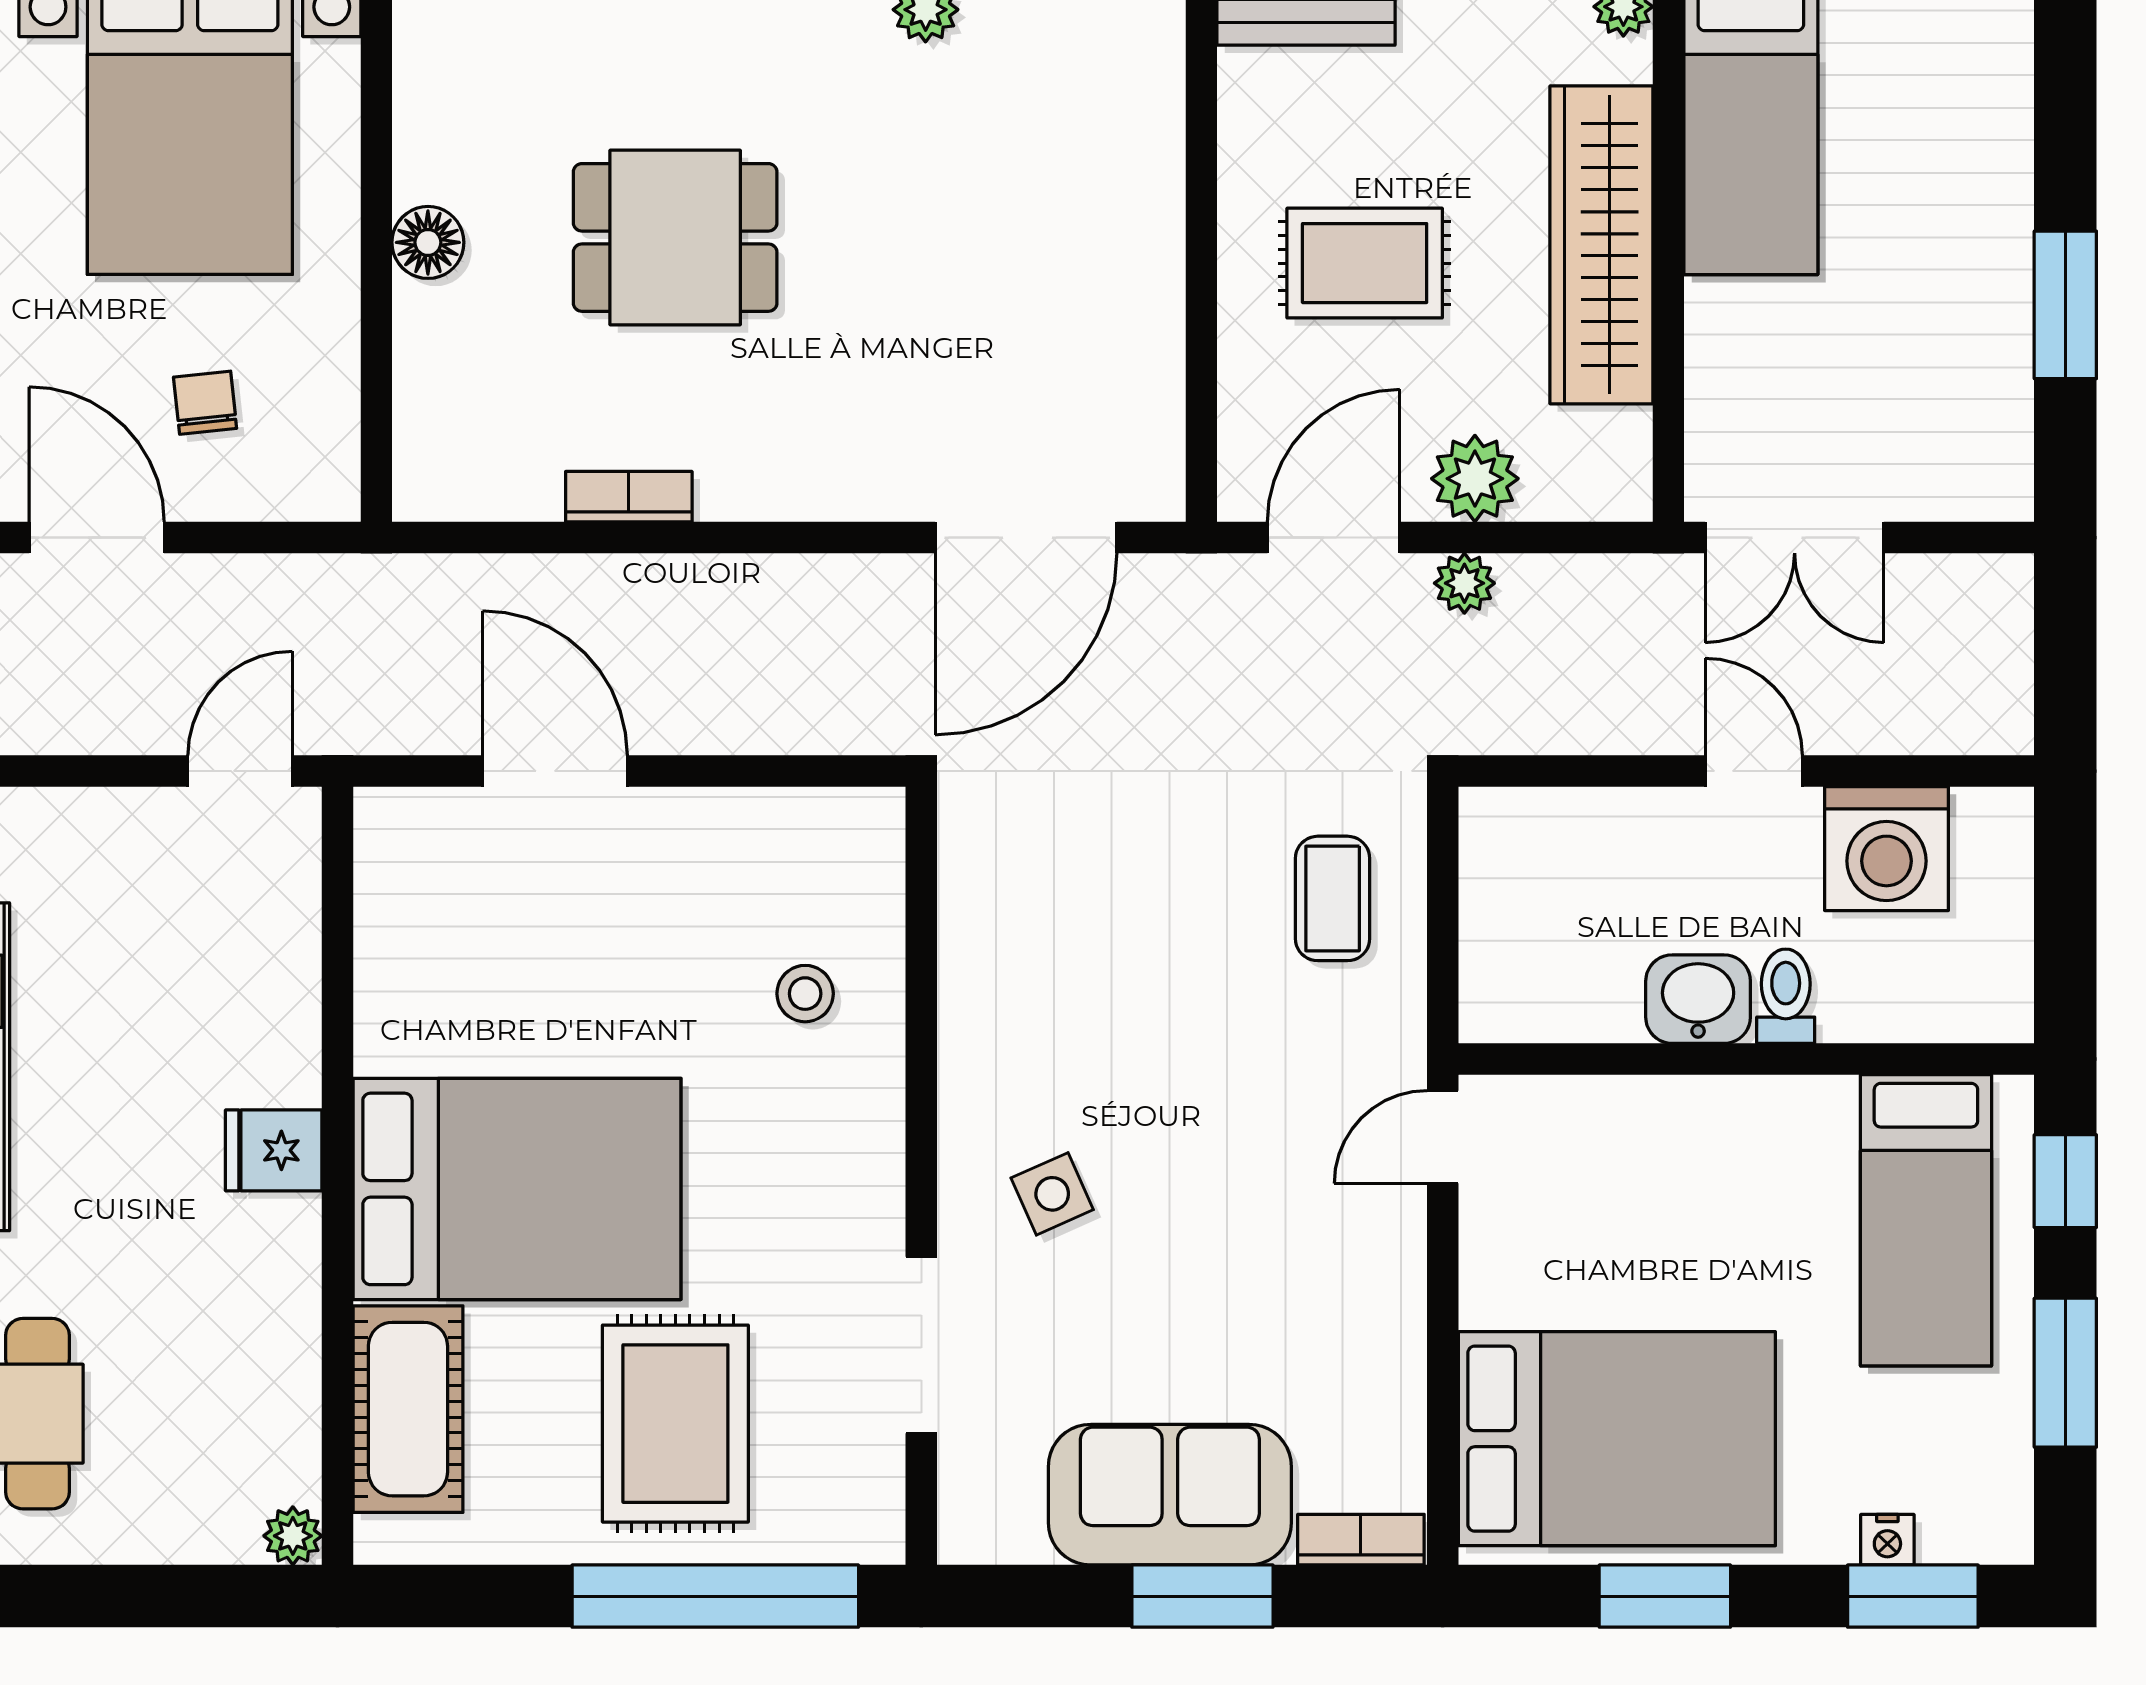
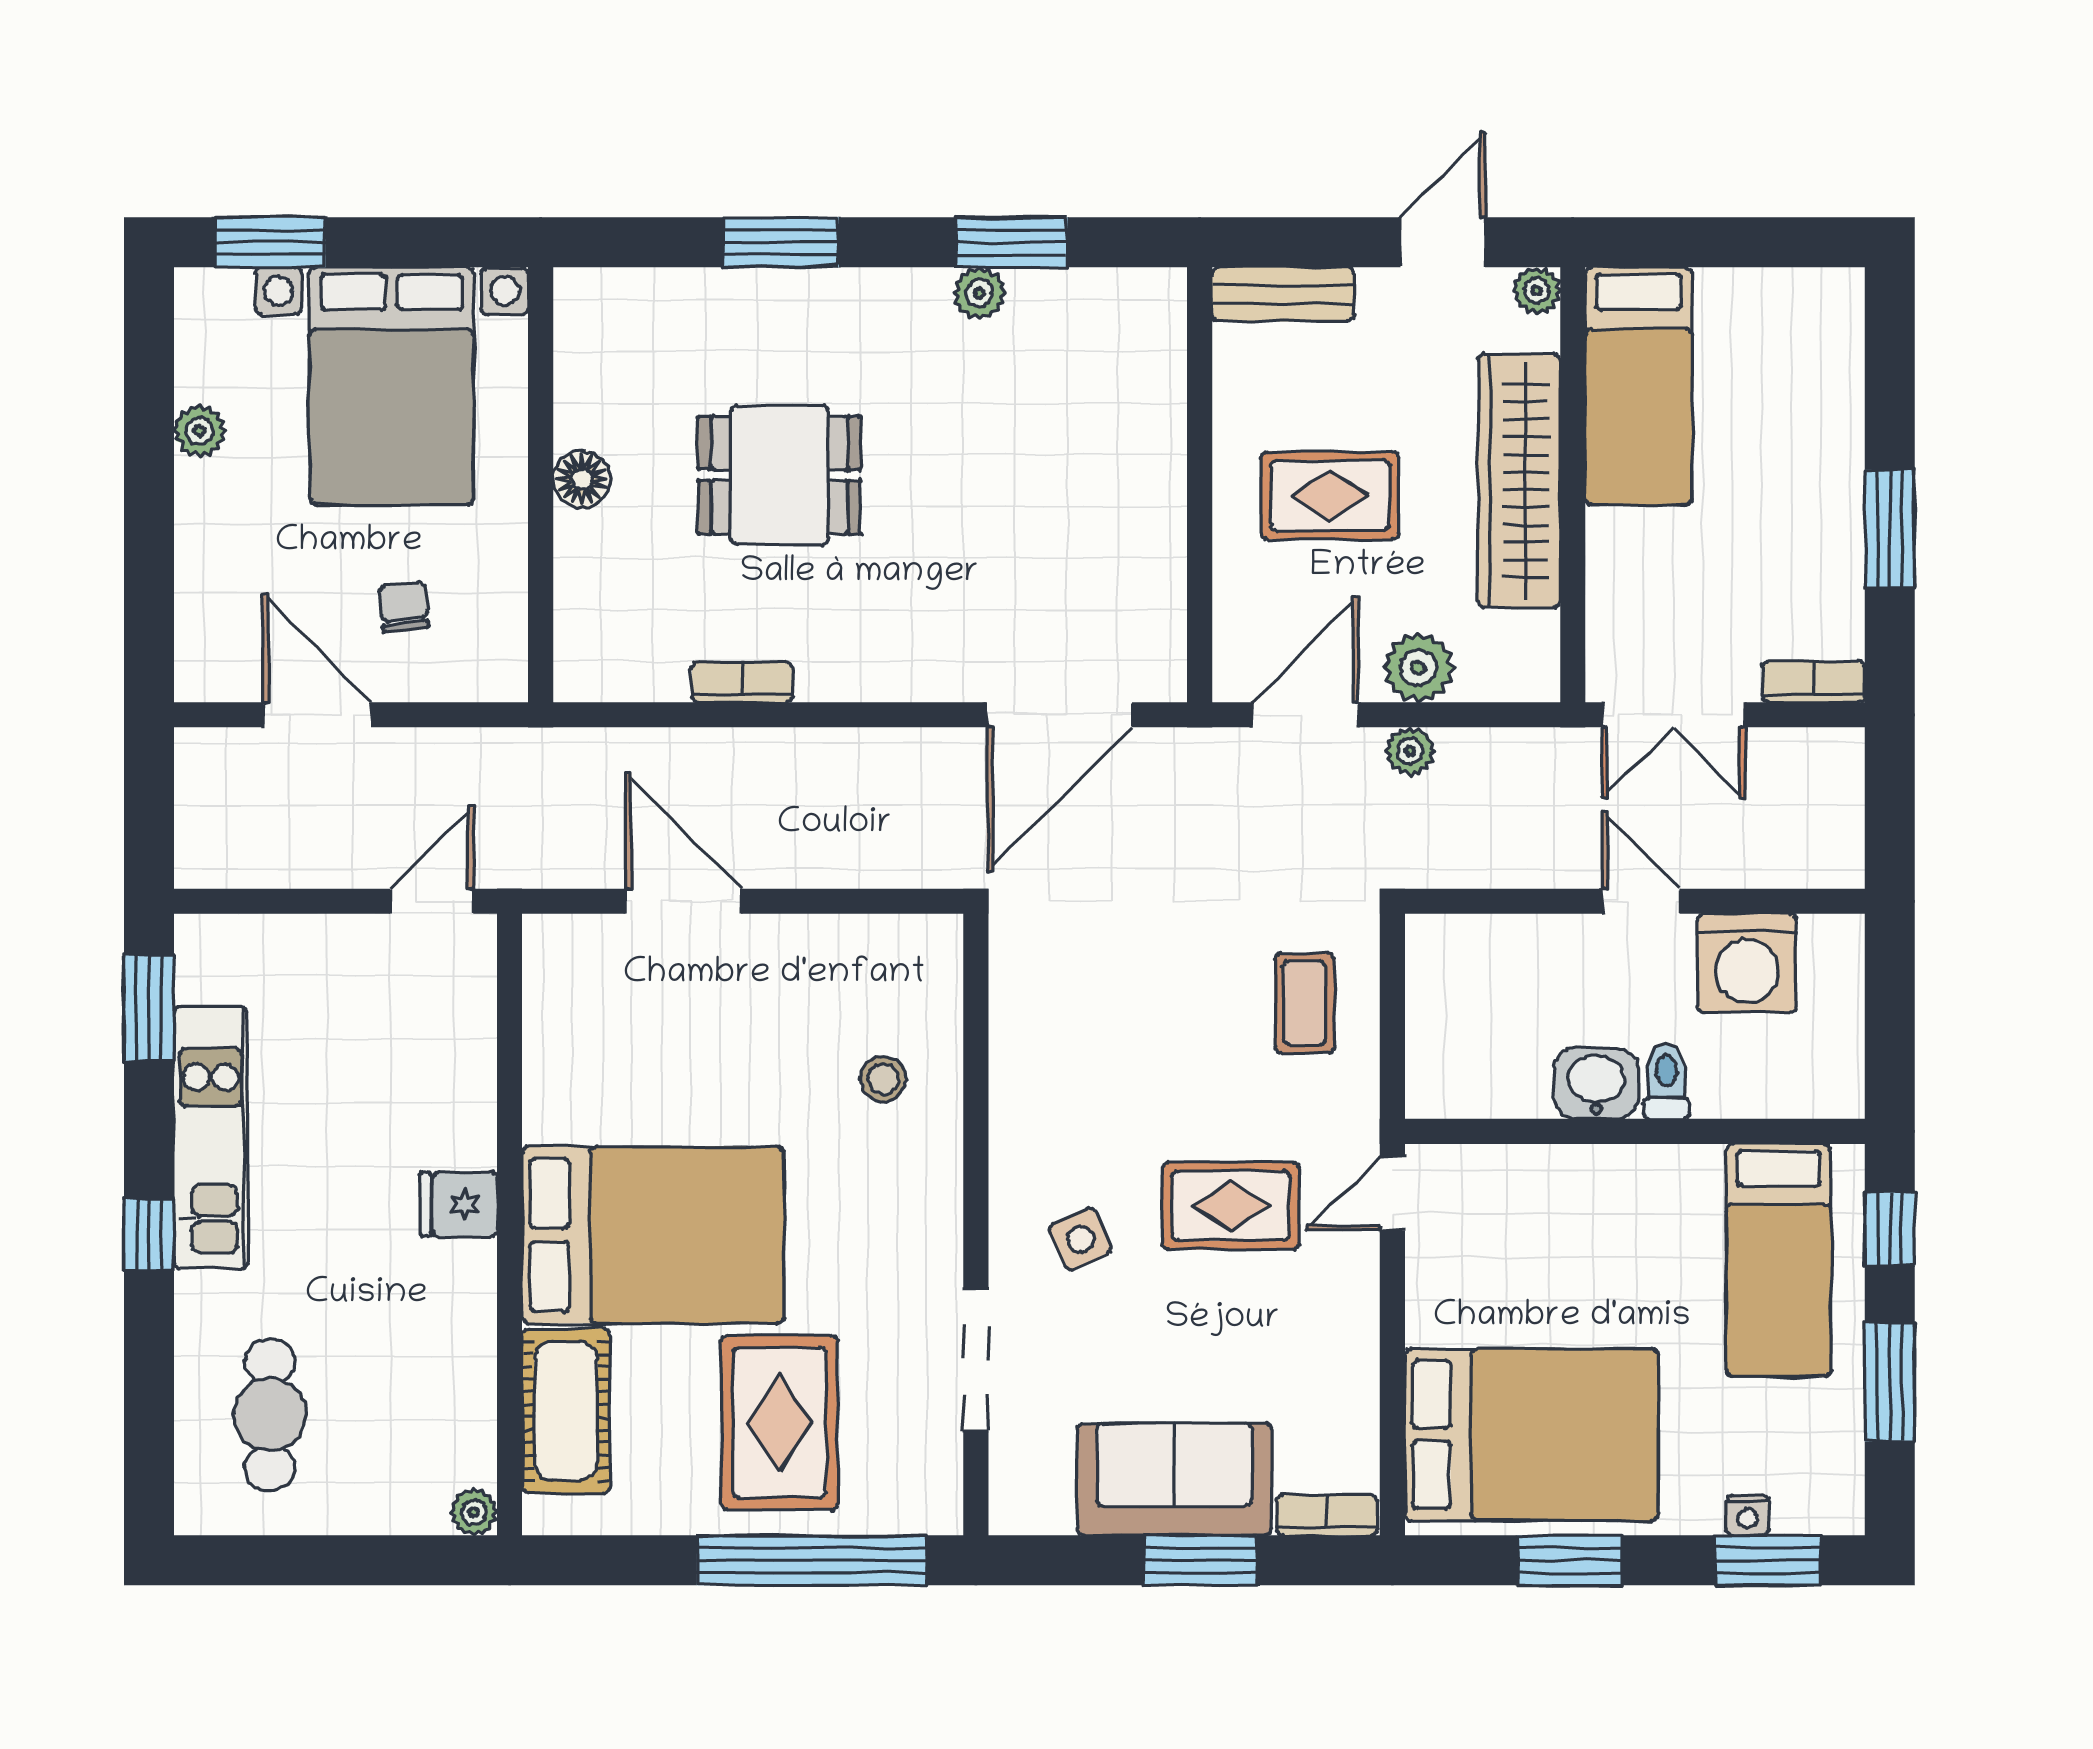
bookcase: (1970, 496) -> (1814, 682), added
rug: (1240, 1152) -> (1231, 1206), added

